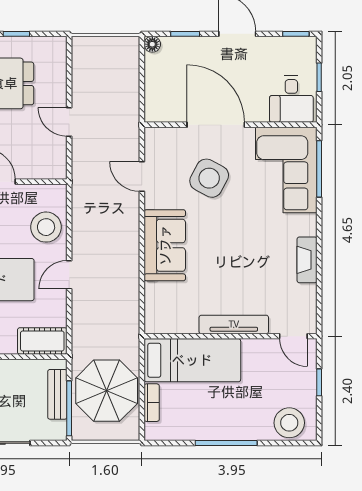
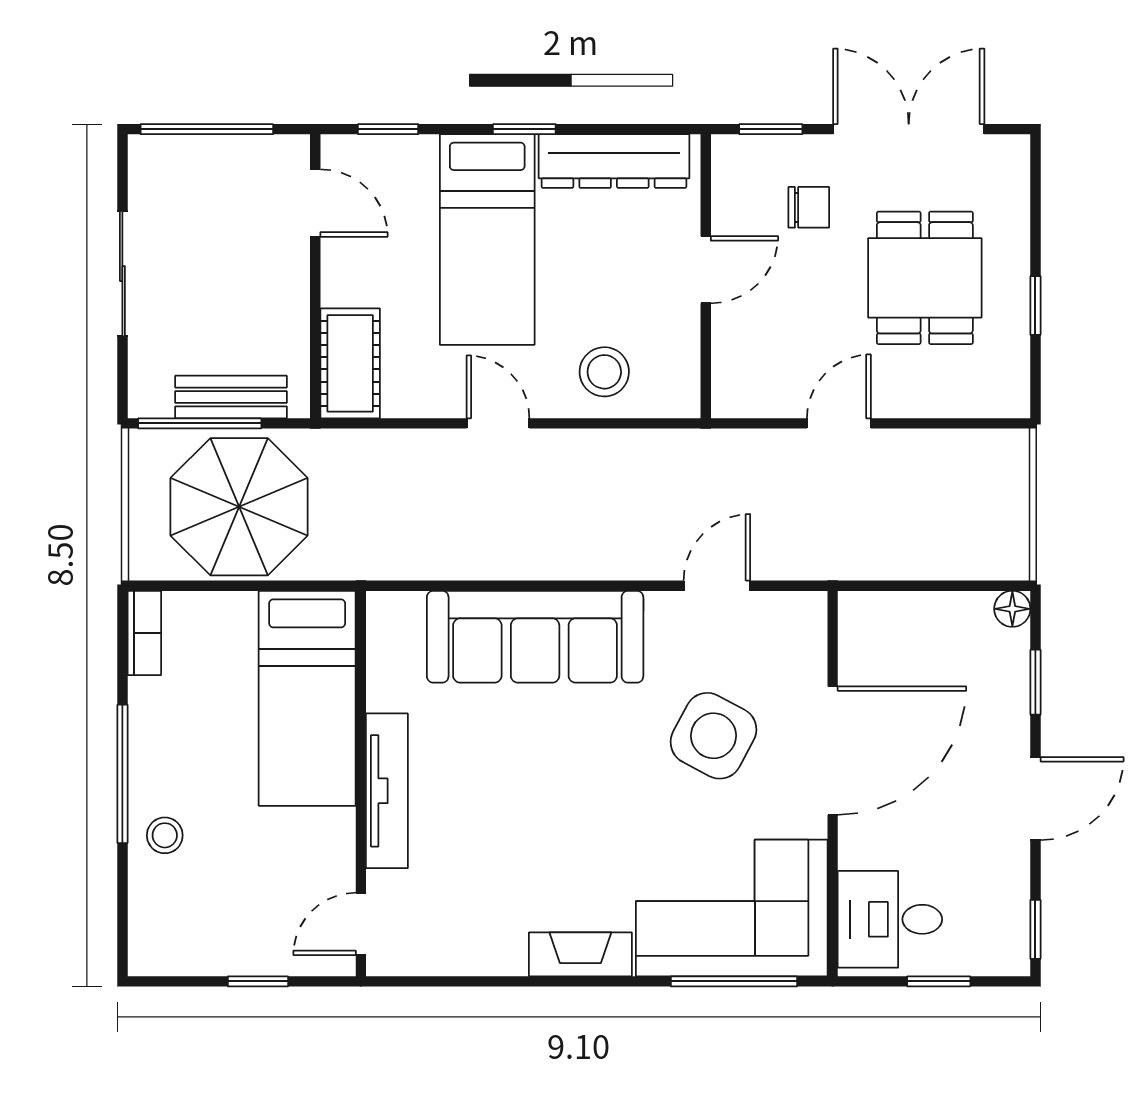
stool: (46, 227) -> (604, 372), width x0.73, depth x0.73
sofa: (165, 245) -> (535, 637), width x1.36
fireplace: (307, 260) -> (580, 954), moved
bookcase: (152, 403) -> (144, 633), moved, turned -90
stool: (289, 423) -> (165, 835), moved, width x0.53, depth x0.53

